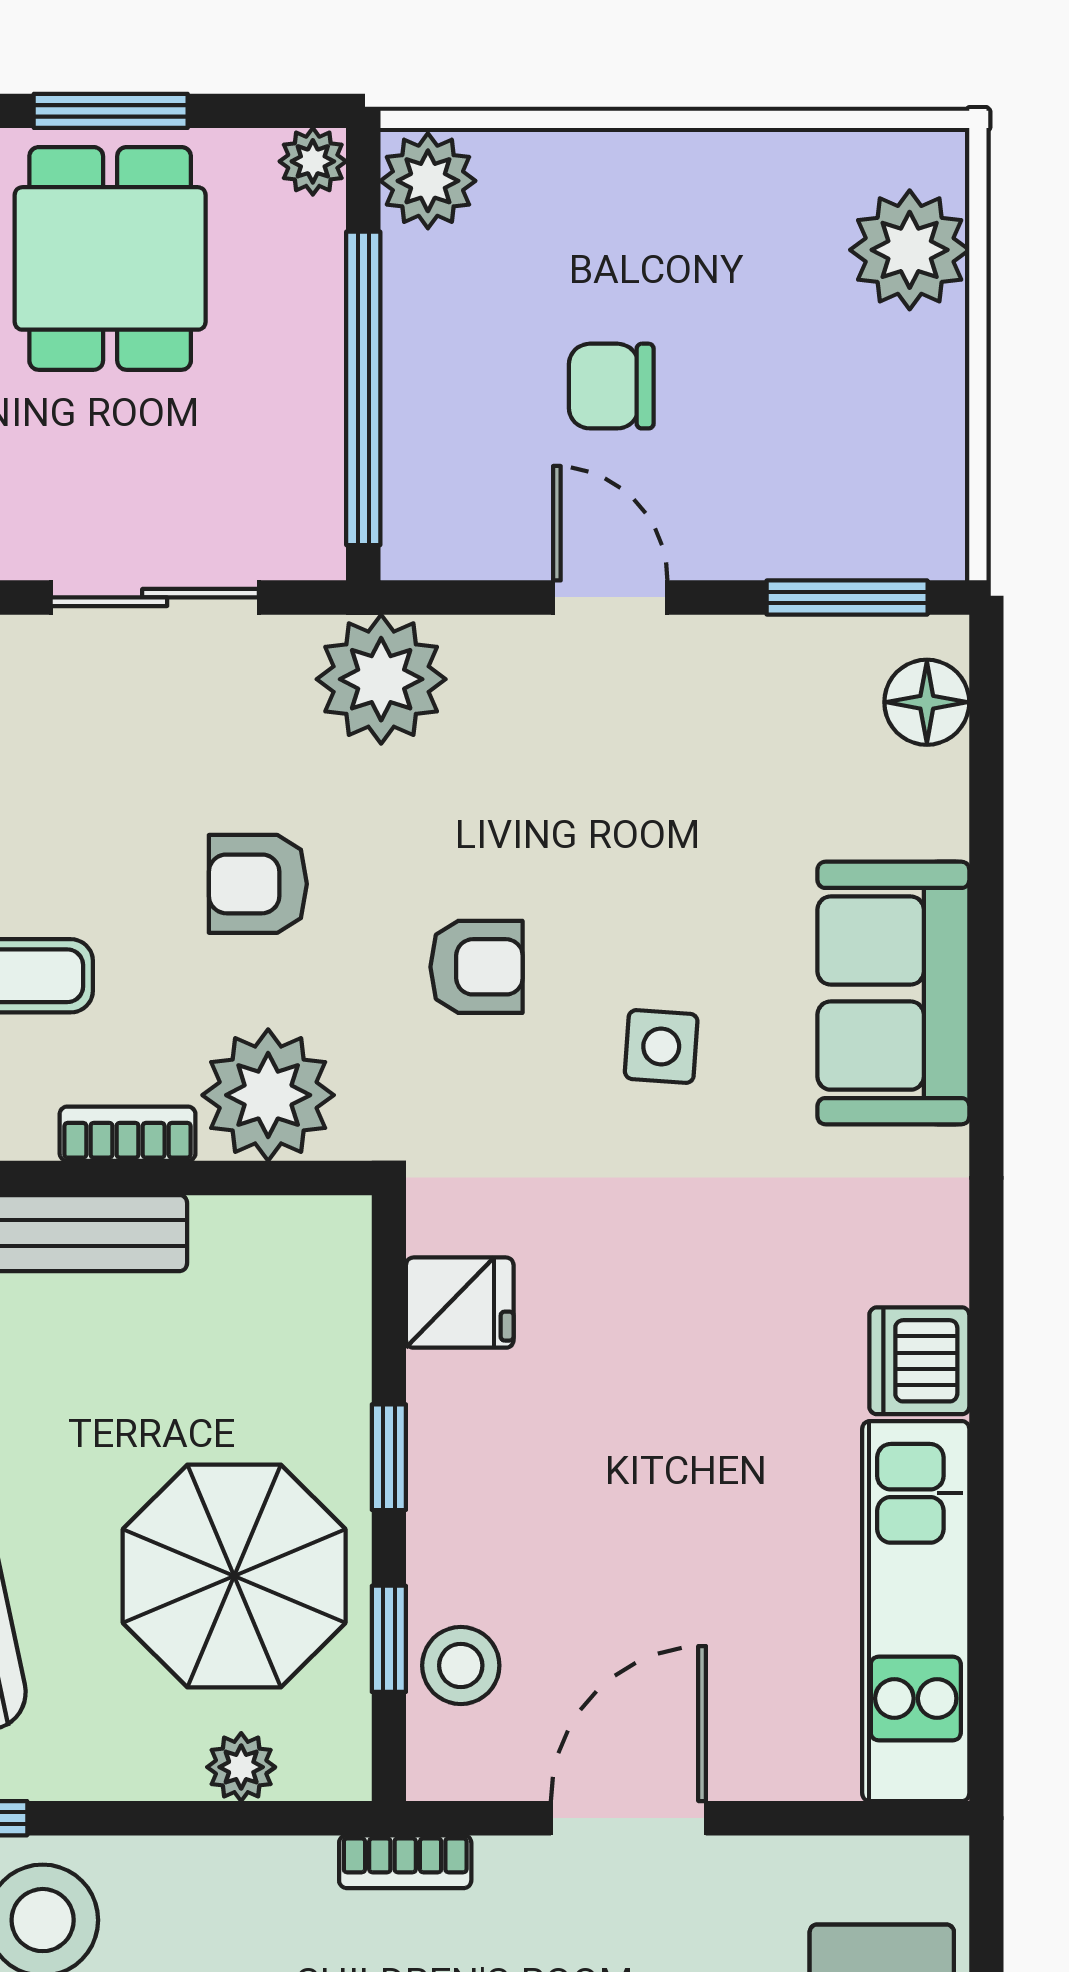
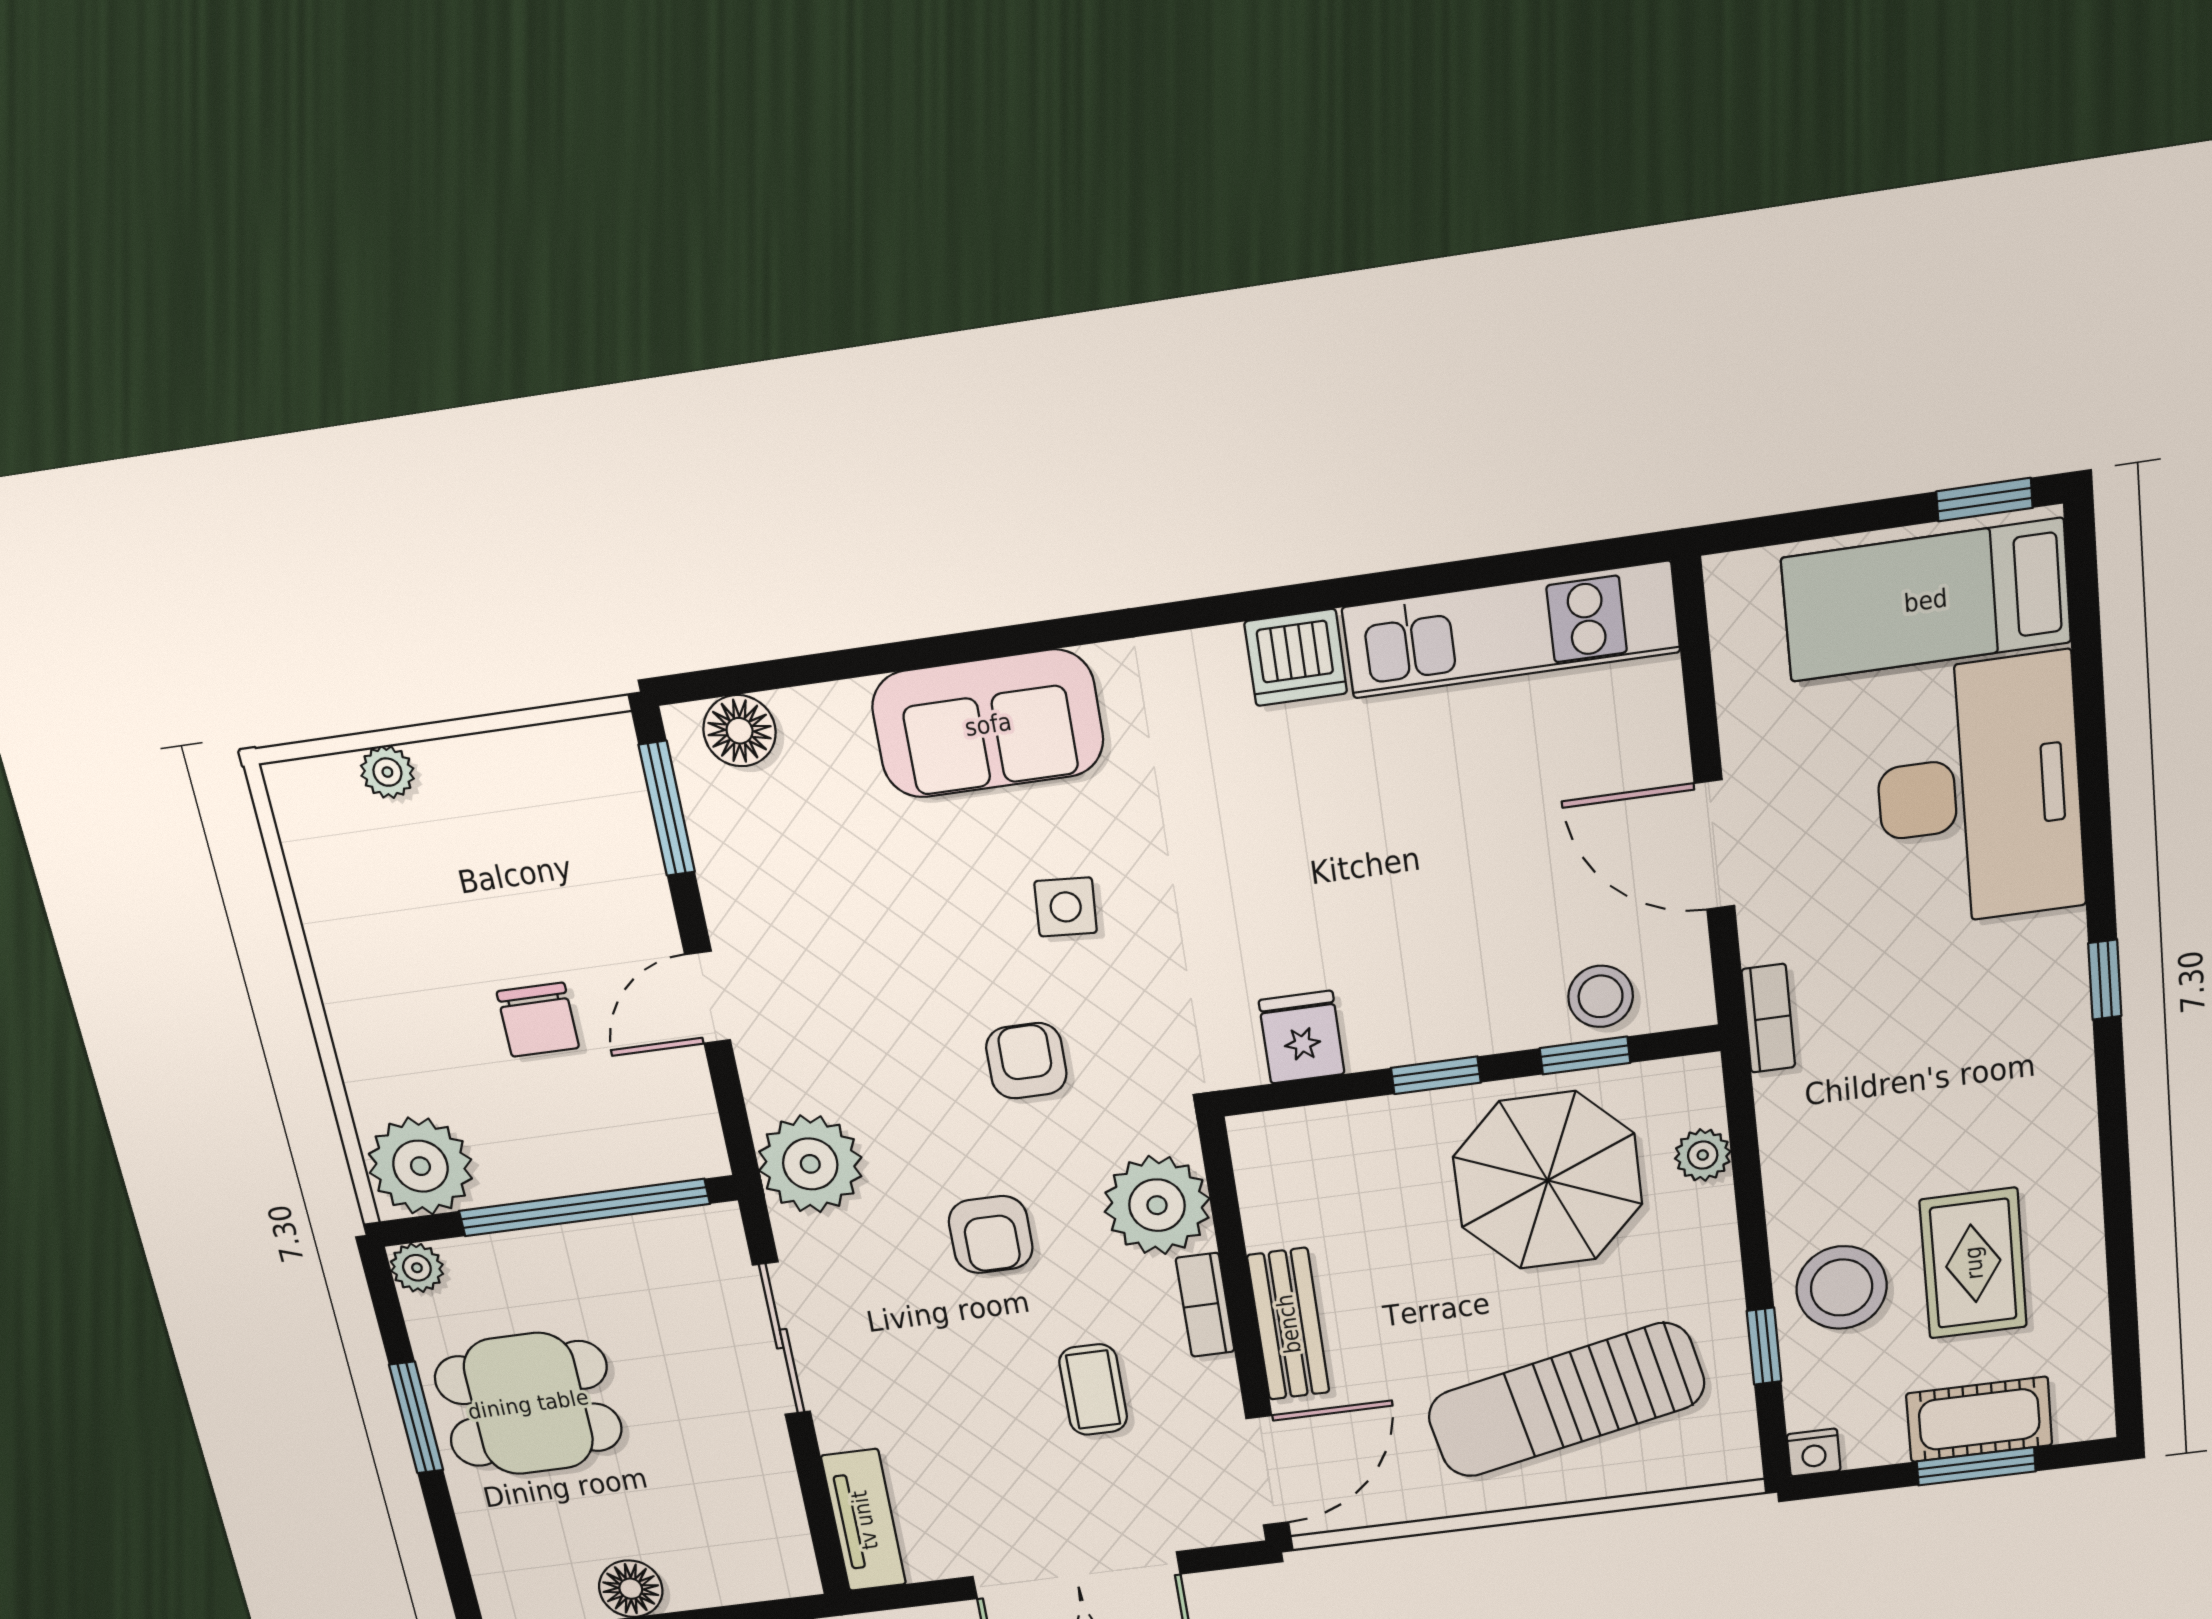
plant: (428, 181) -> (420, 1166), width x1.36, depth x1.36
plant: (910, 250) -> (387, 772), width x0.53, depth x0.53

